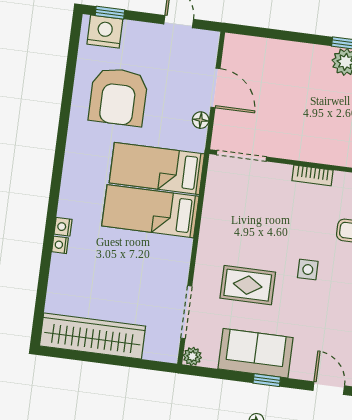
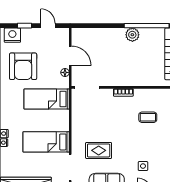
window: (110, 13) -> (25, 26), moved
bed: (150, 211) -> (46, 142), moved
side table: (308, 270) -> (143, 166), moved

